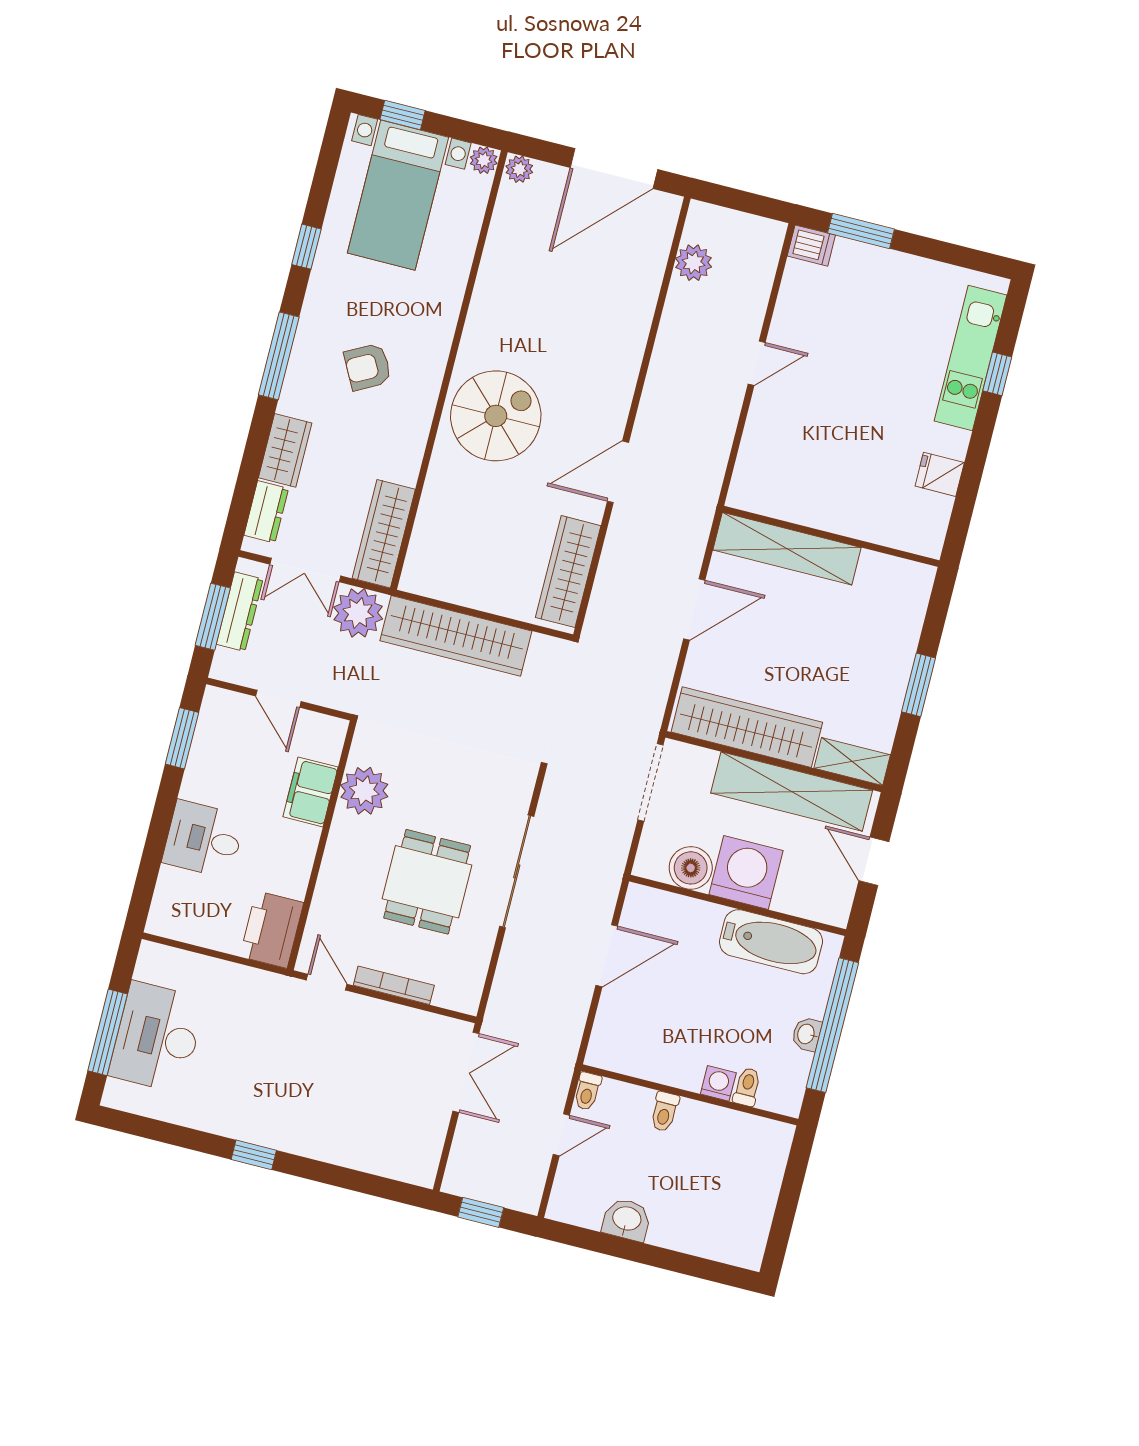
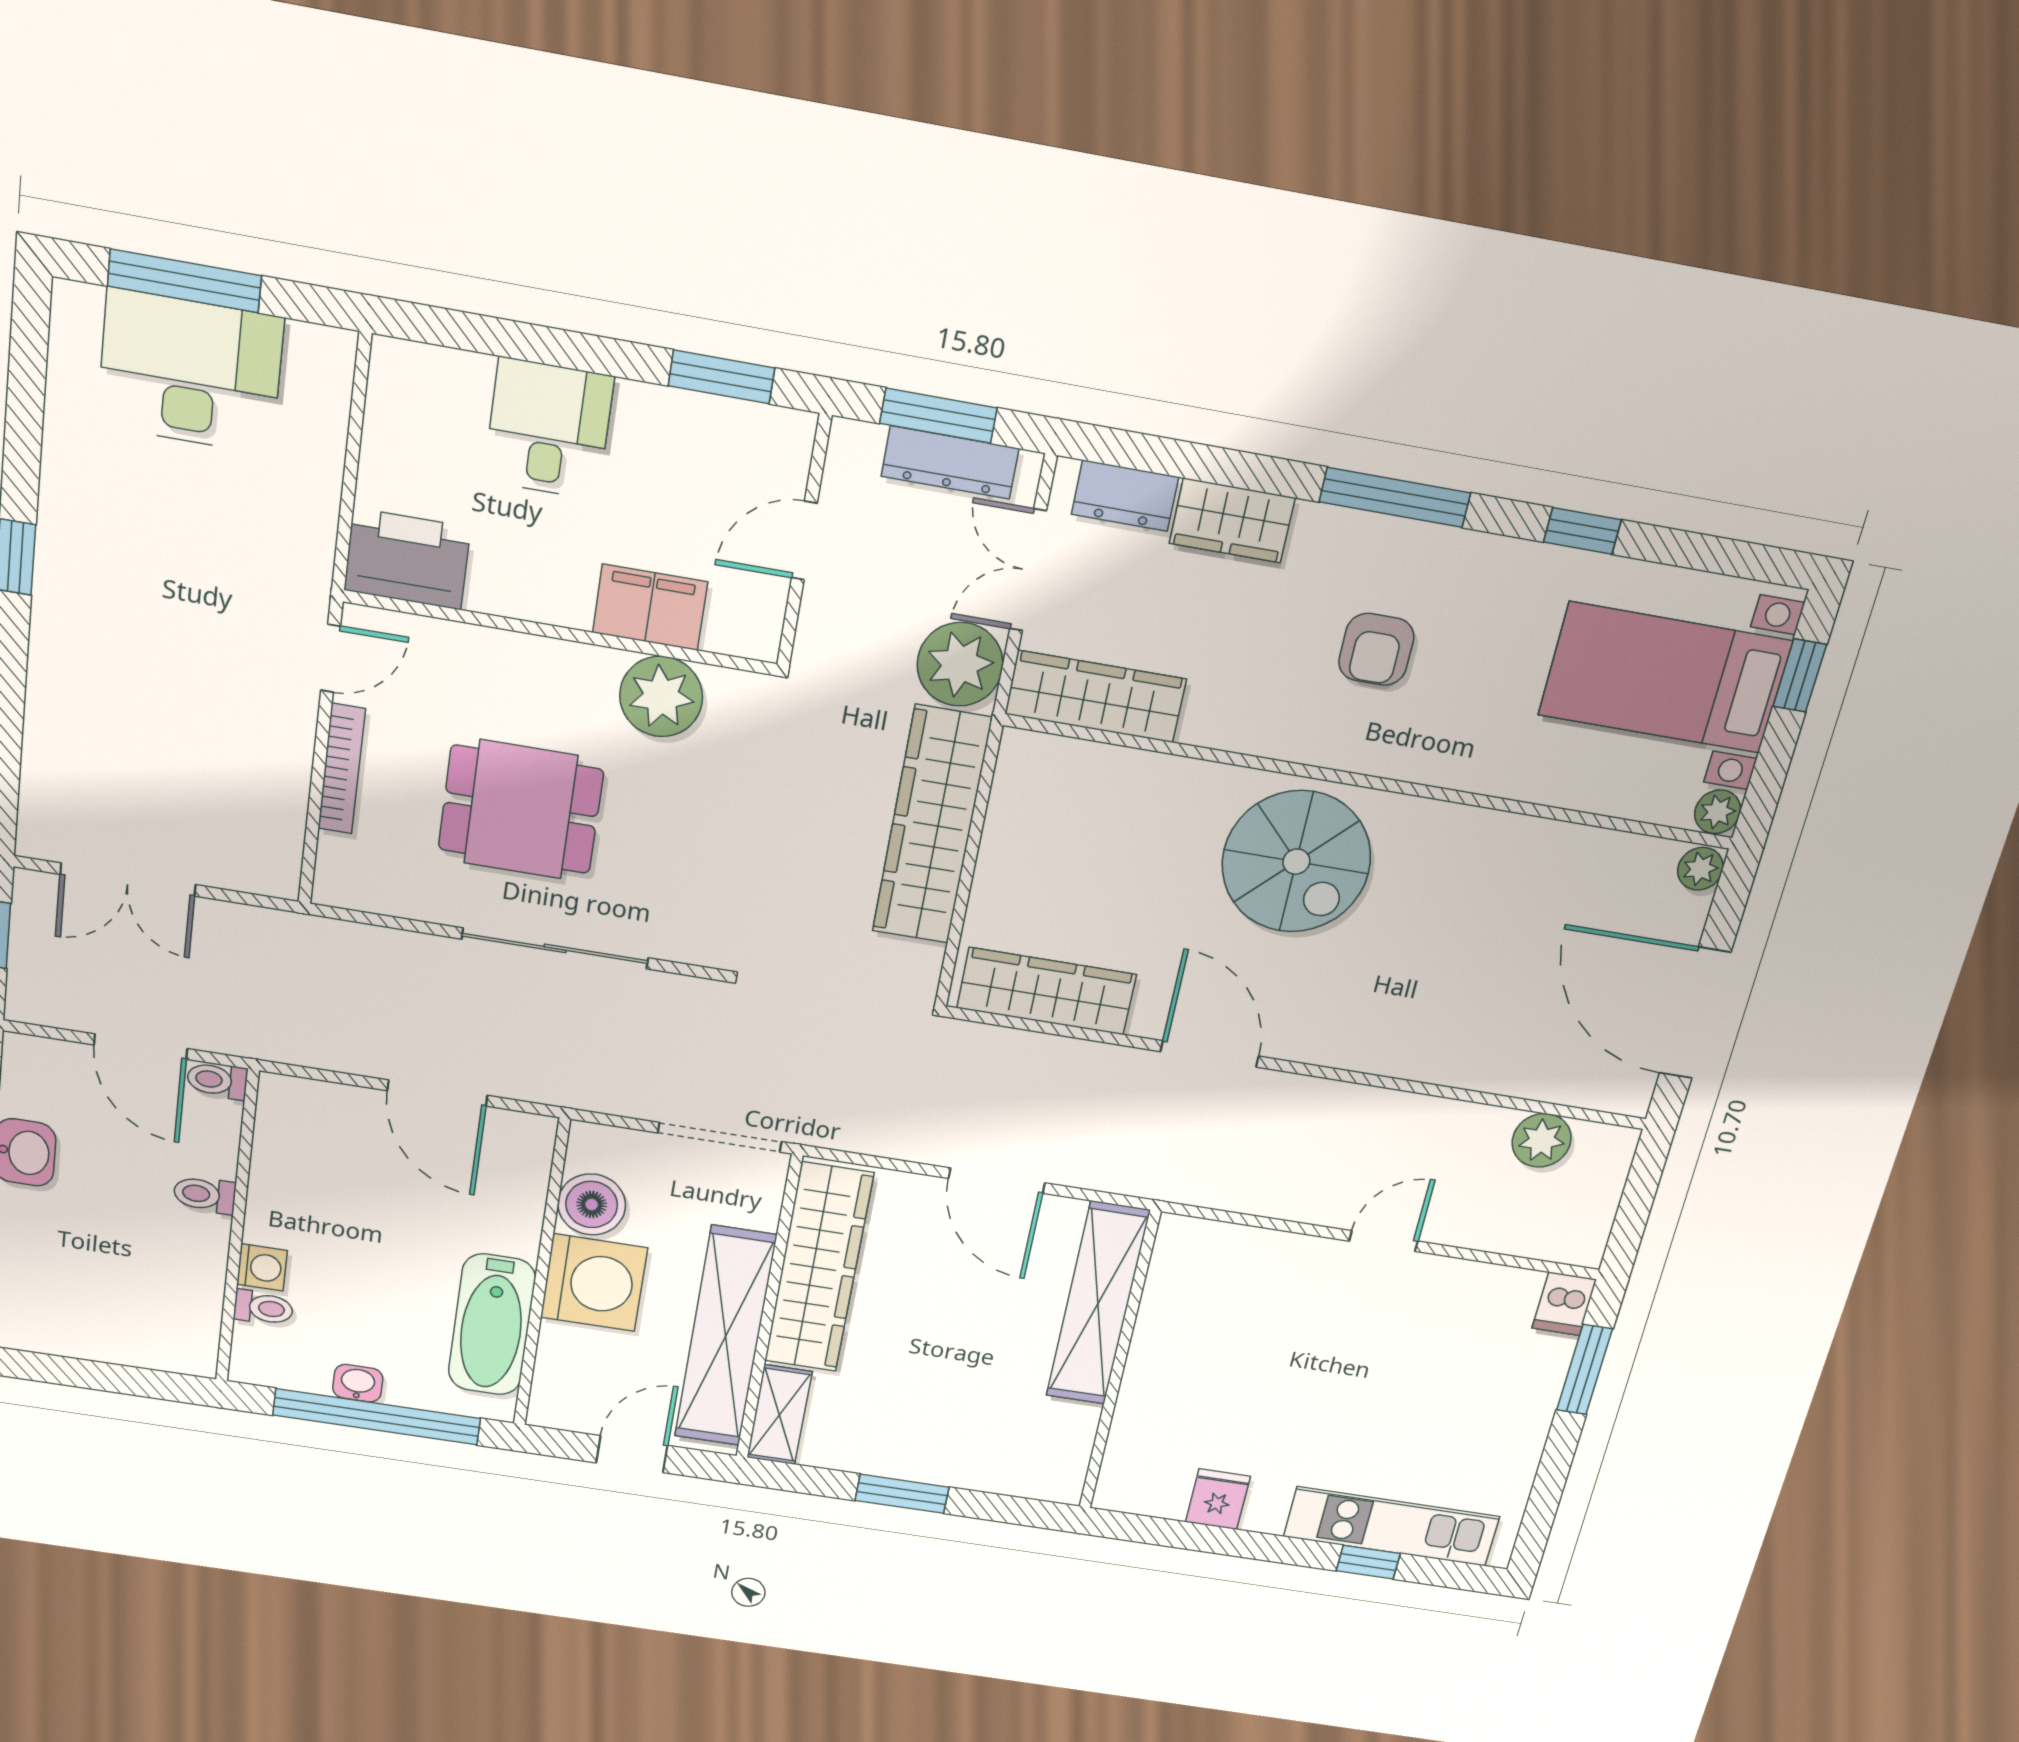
door: (757, 363) -> (1383, 1241), swing flipped
armchair: (368, 367) -> (1376, 649), turned -152
double door: (466, 1072) -> (128, 880), moved
door: (561, 1135) -> (141, 1047), width x1.37

